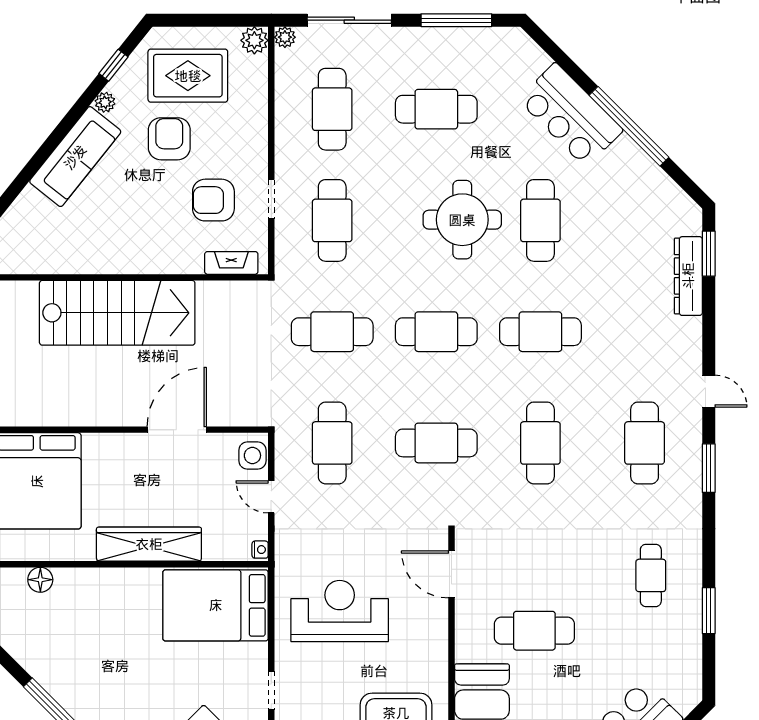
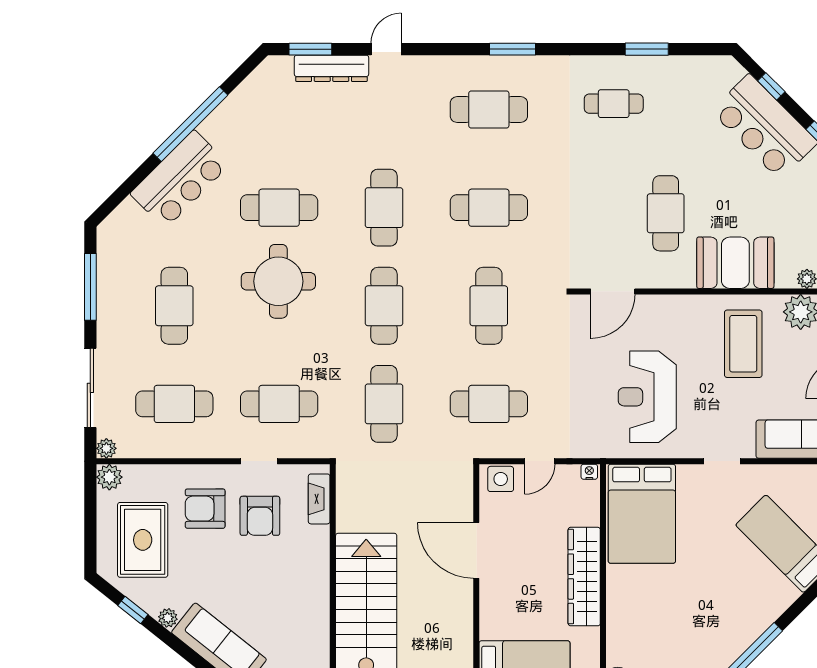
armchair: (169, 139) -> (205, 509), moved
door: (709, 391) -> (386, 49), moved

